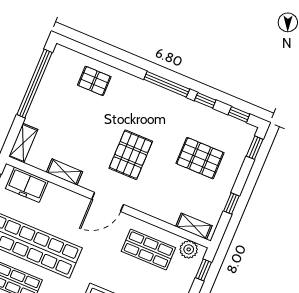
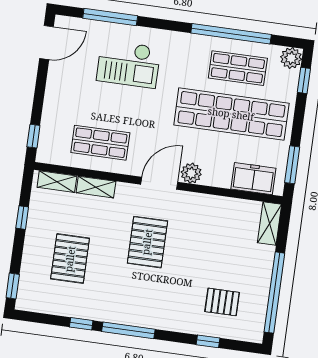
pallet: (94, 81) -> (222, 302), moved
window: (239, 114) -> (208, 341), moved
pallet: (200, 158) -> (70, 259), turned 90
shelving: (64, 172) -> (96, 187), moved
plant: (189, 249) -> (191, 173), moved

